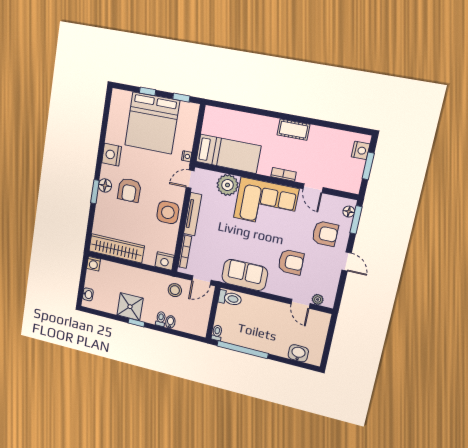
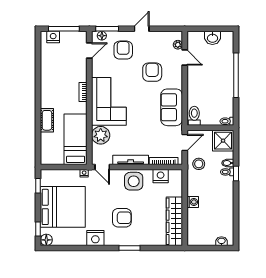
window: (148, 91) -> (38, 229), moved
cot: (293, 130) -> (47, 120), moved
window: (368, 166) -> (64, 29), width x1.44
floor lamp: (105, 185) -> (46, 240), moved
door: (313, 188) -> (89, 50), moved
nightstand: (165, 261) -> (161, 176), moved, turned -90
washing machine: (93, 264) -> (193, 202), moved
door: (201, 280) -> (185, 143), hinge flipped
door: (300, 304) -> (185, 57), hinge flipped
shower: (130, 307) -> (223, 141), moved
window: (136, 323) -> (236, 174), moved
window: (243, 350) -> (236, 75), moved
washbasin: (298, 353) -> (212, 38), moved, turned -90

